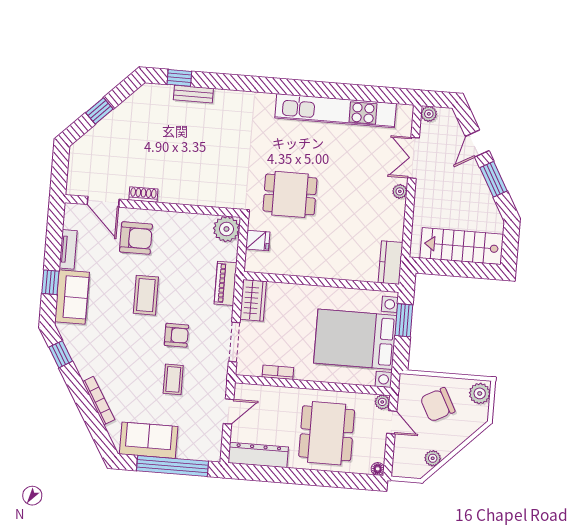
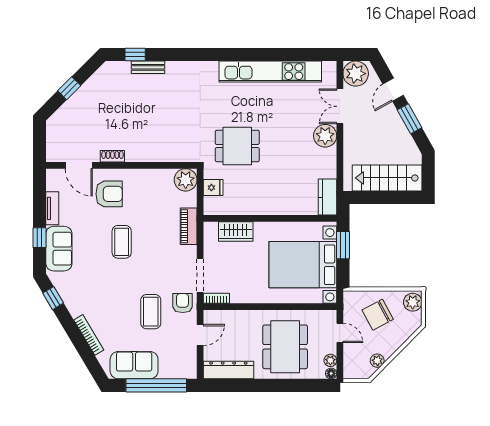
plant: (429, 114) -> (356, 74), width x1.88, depth x1.88
plant: (400, 191) -> (325, 136), width x1.88, depth x1.88
wardrobe: (253, 300) -> (236, 232), moved, turned 90
armchair: (176, 335) -> (183, 303), moved, turned -90
bookcase: (278, 372) -> (216, 298), moved
coffee table: (173, 379) -> (151, 312), width x1.36, depth x1.30
plant: (382, 402) -> (330, 360), moved

